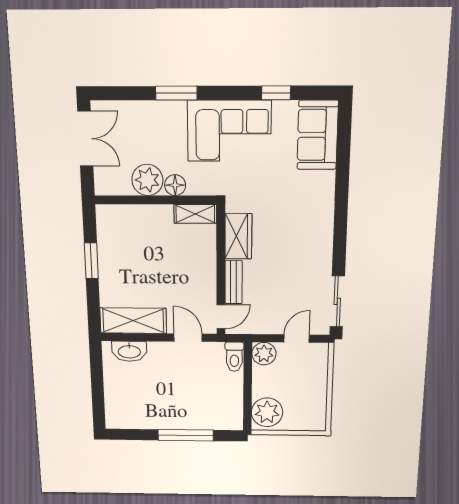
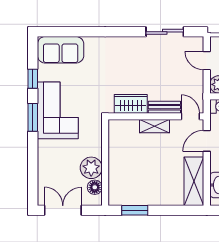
window: (176, 93) -> (33, 117), moved
floor lamp: (175, 185) -> (95, 187), moved
shelving: (195, 214) -> (155, 126), moved, turned 90
window: (91, 261) -> (135, 210), moved
sliding door: (337, 301) -> (165, 32), moved

